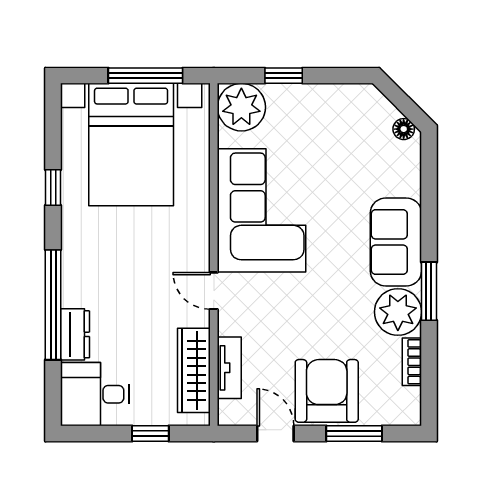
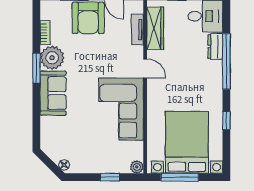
plant: (241, 107) -> (137, 167), width x0.53, depth x0.53
floor lamp: (404, 129) -> (64, 165), moved

